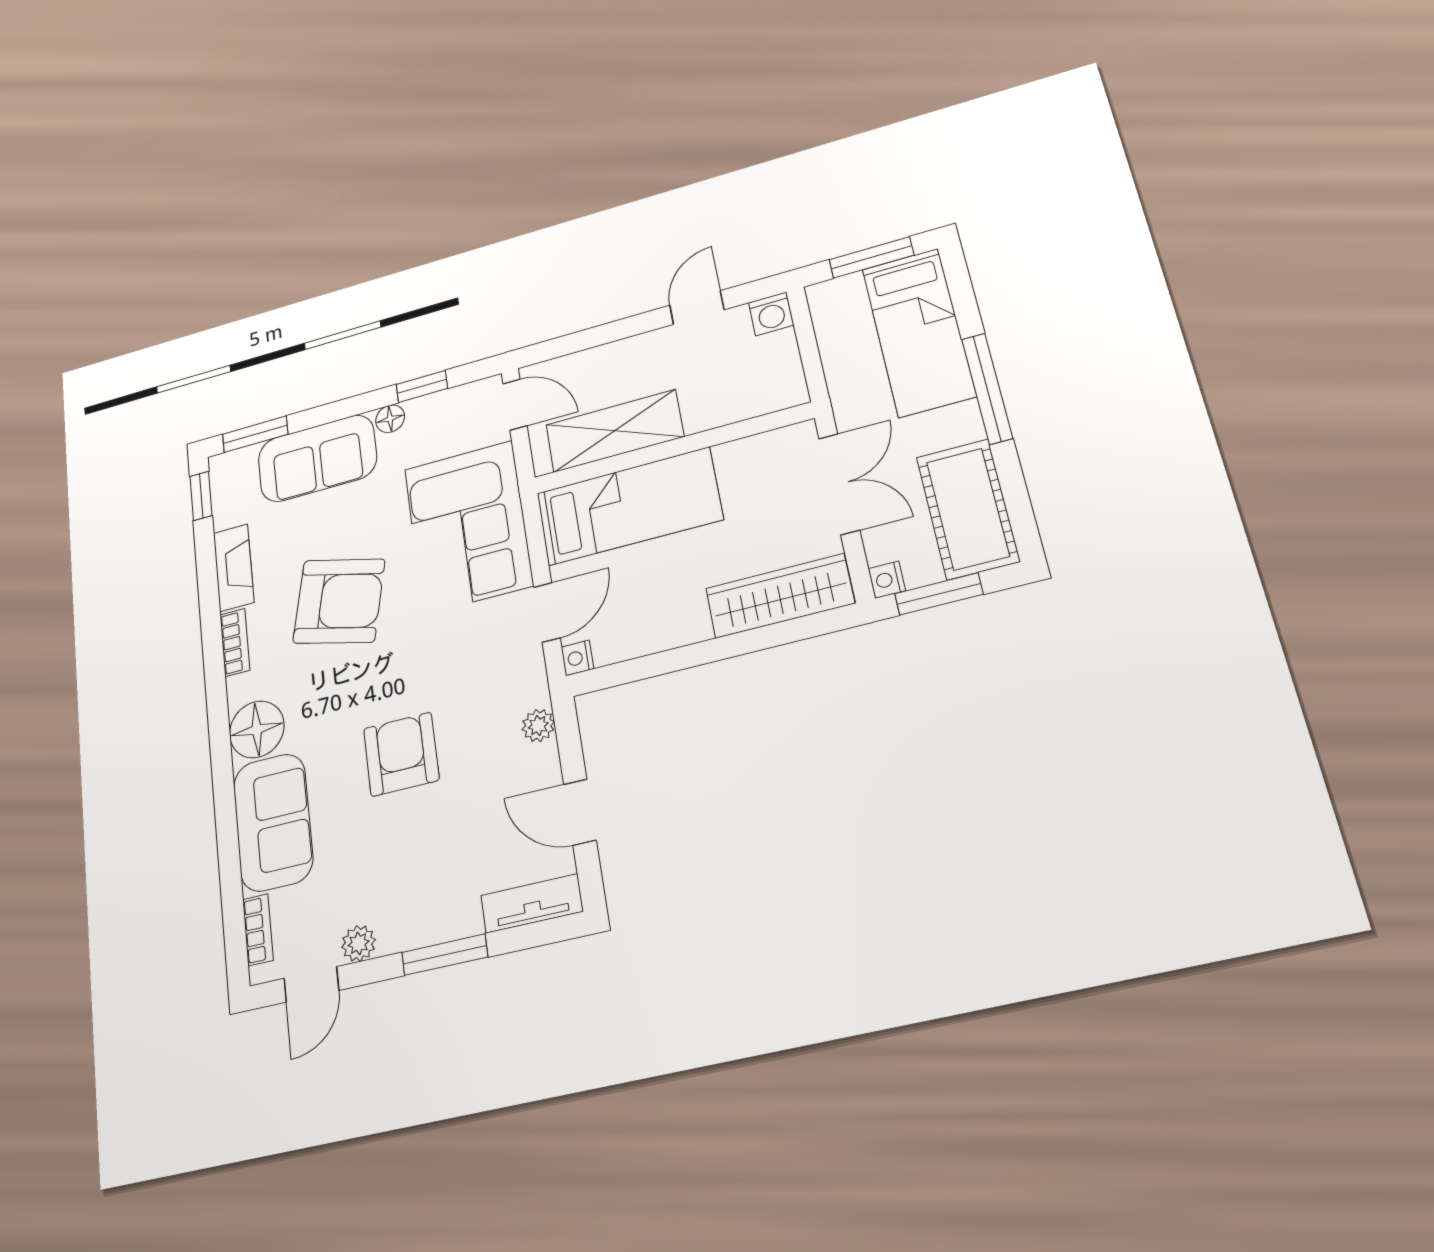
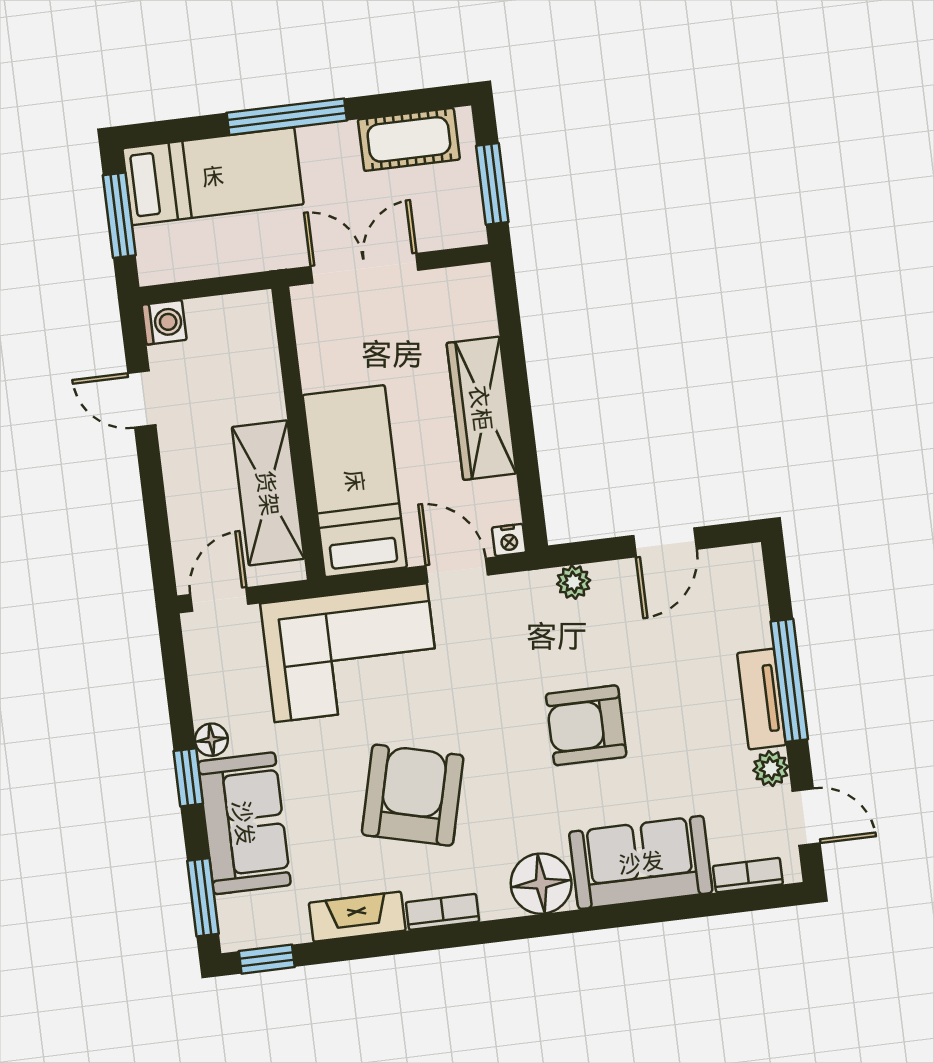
window: (422, 386) -> (188, 777), moved
cot: (968, 509) -> (409, 139), width x0.73, depth x0.75
nightstand: (887, 580) -> (471, 231), removed
wardrobe: (780, 596) -> (481, 408), moved
tv unit: (532, 903) -> (762, 699), moved
window: (445, 955) -> (789, 680), width x1.44

